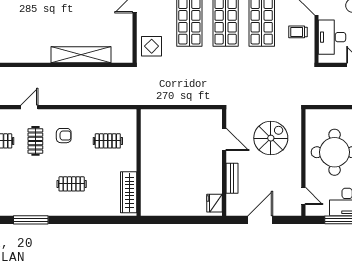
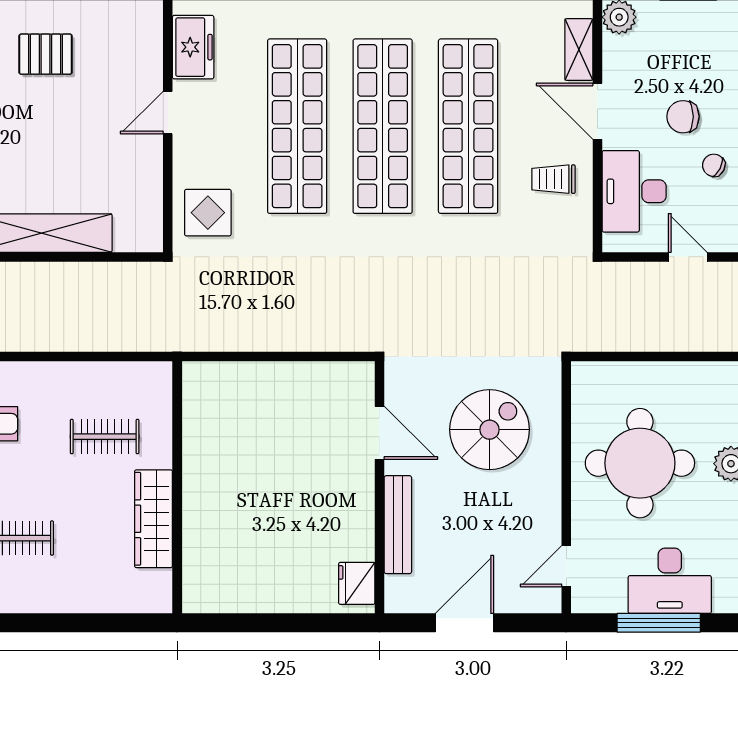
bench: (232, 178) -> (398, 525), width x1.36
wardrobe: (129, 192) -> (154, 519), moved
door: (303, 196) -> (566, 566), swing flipped

